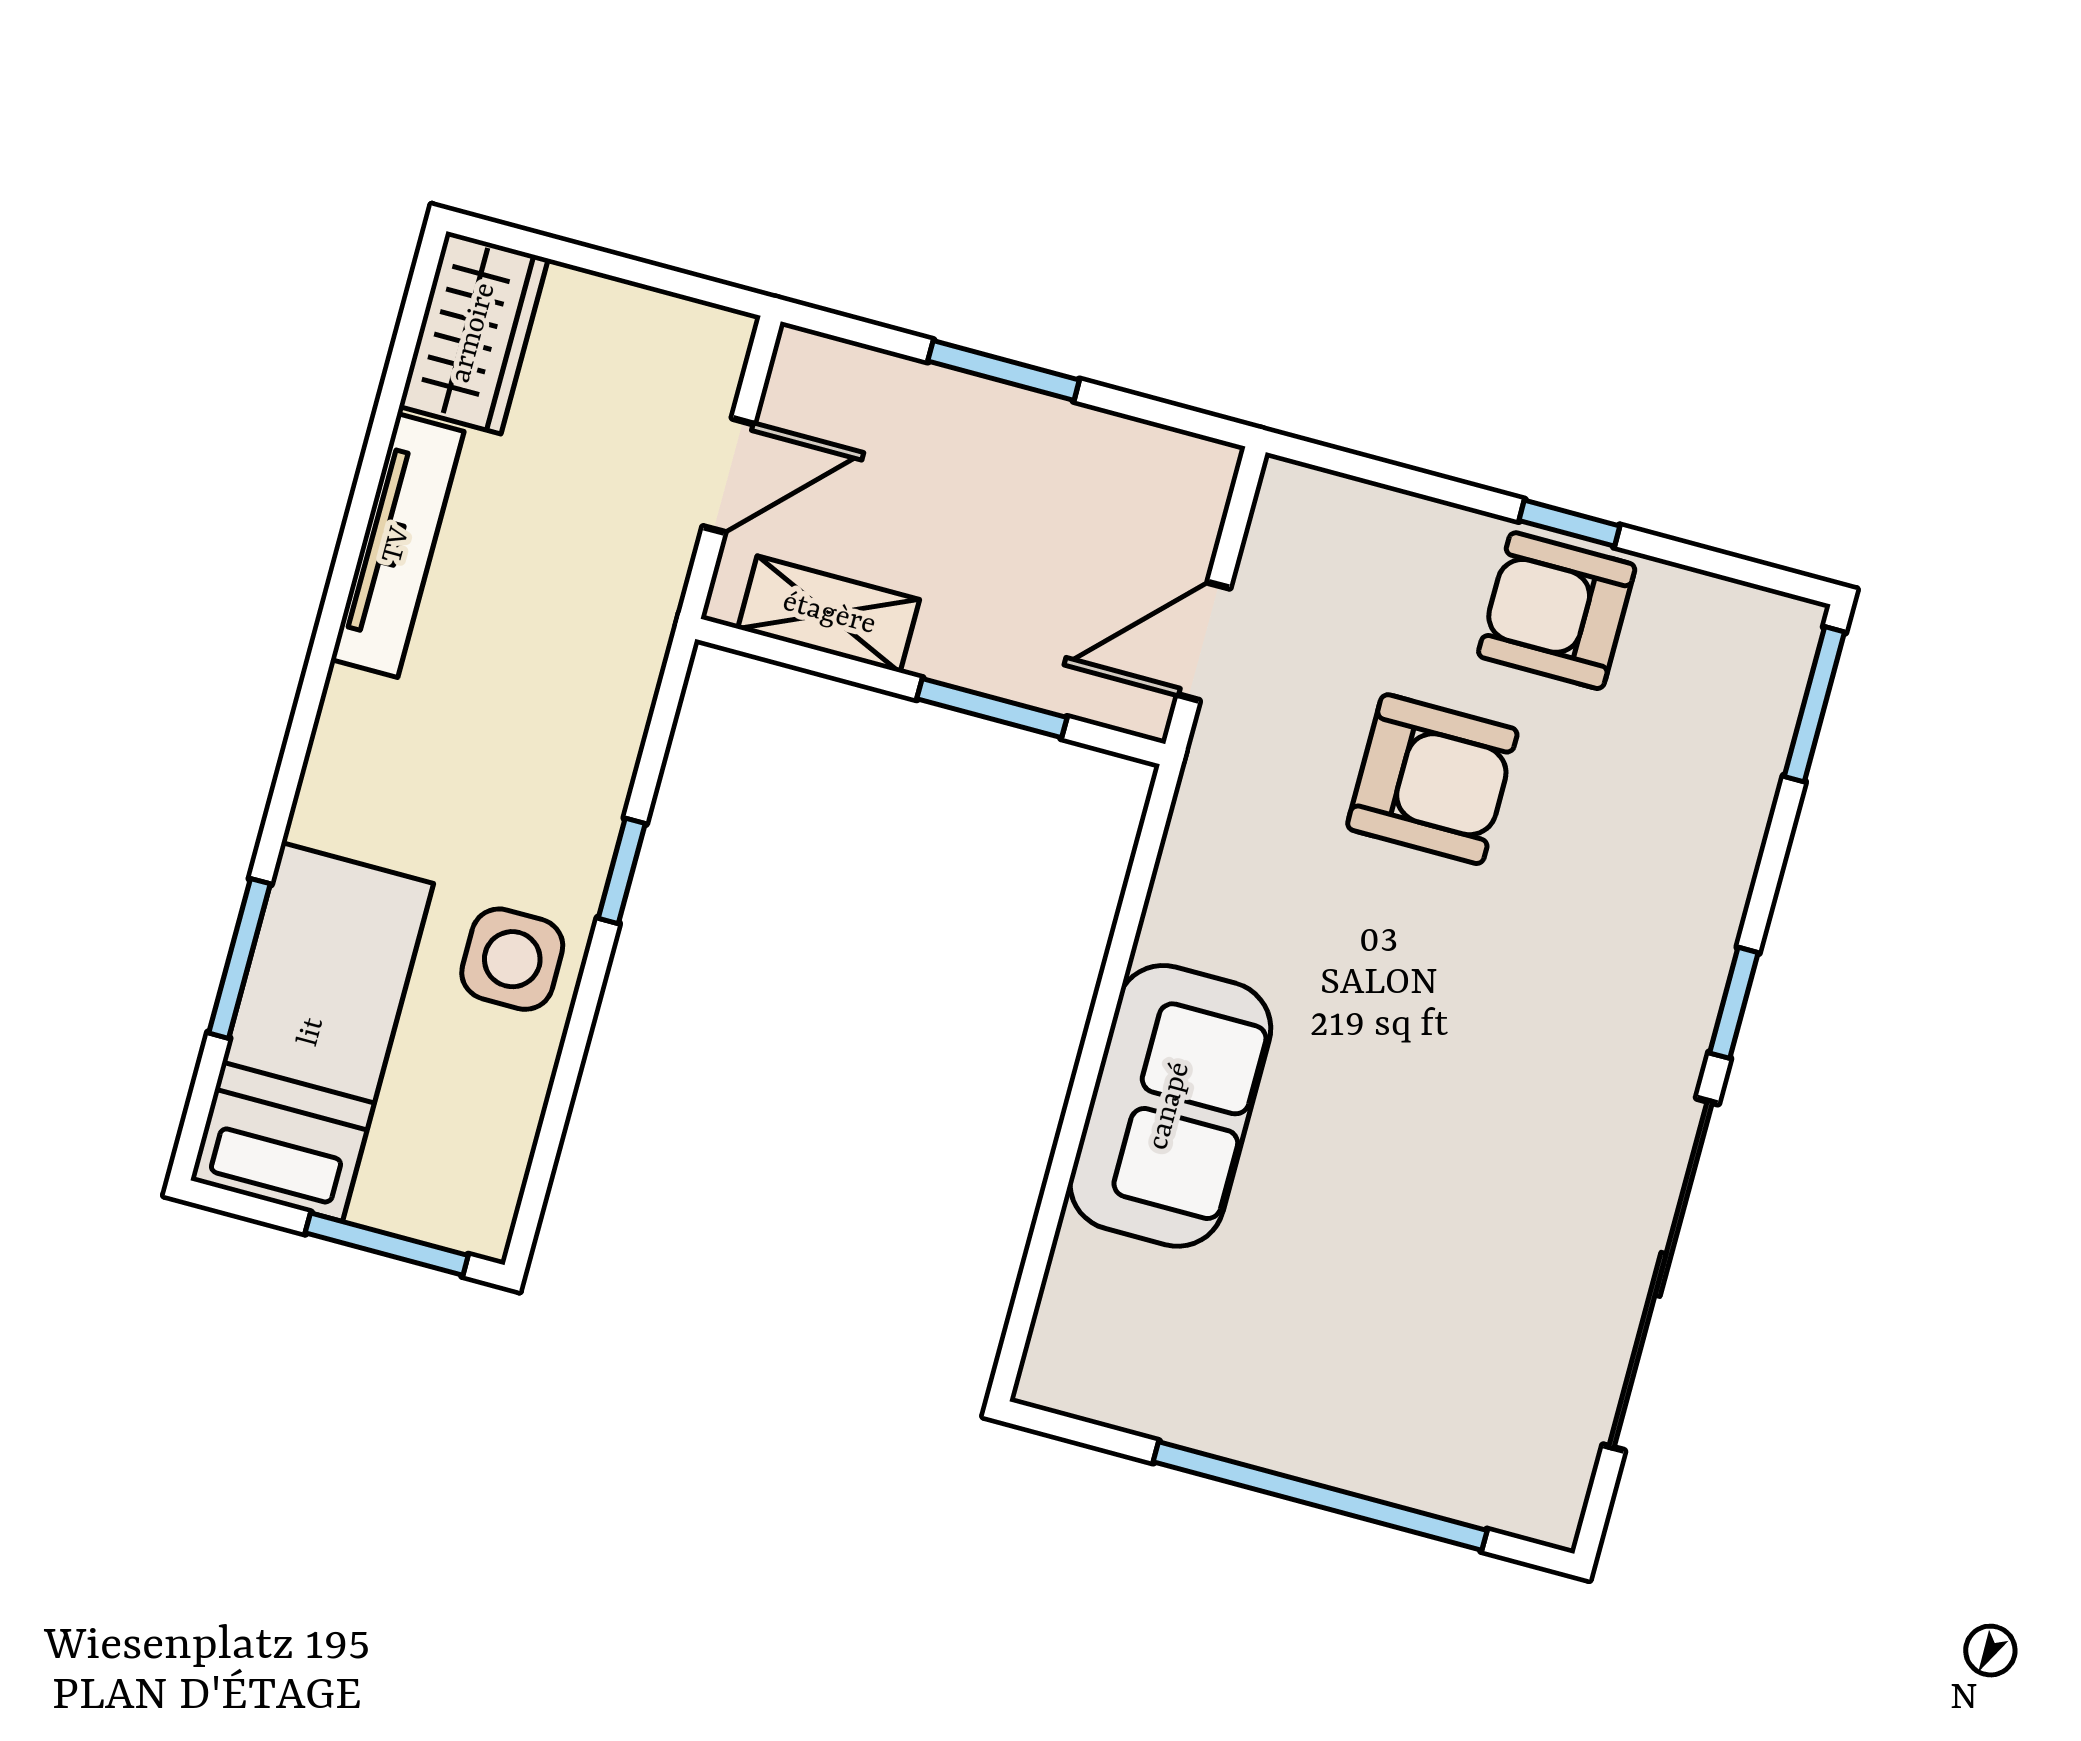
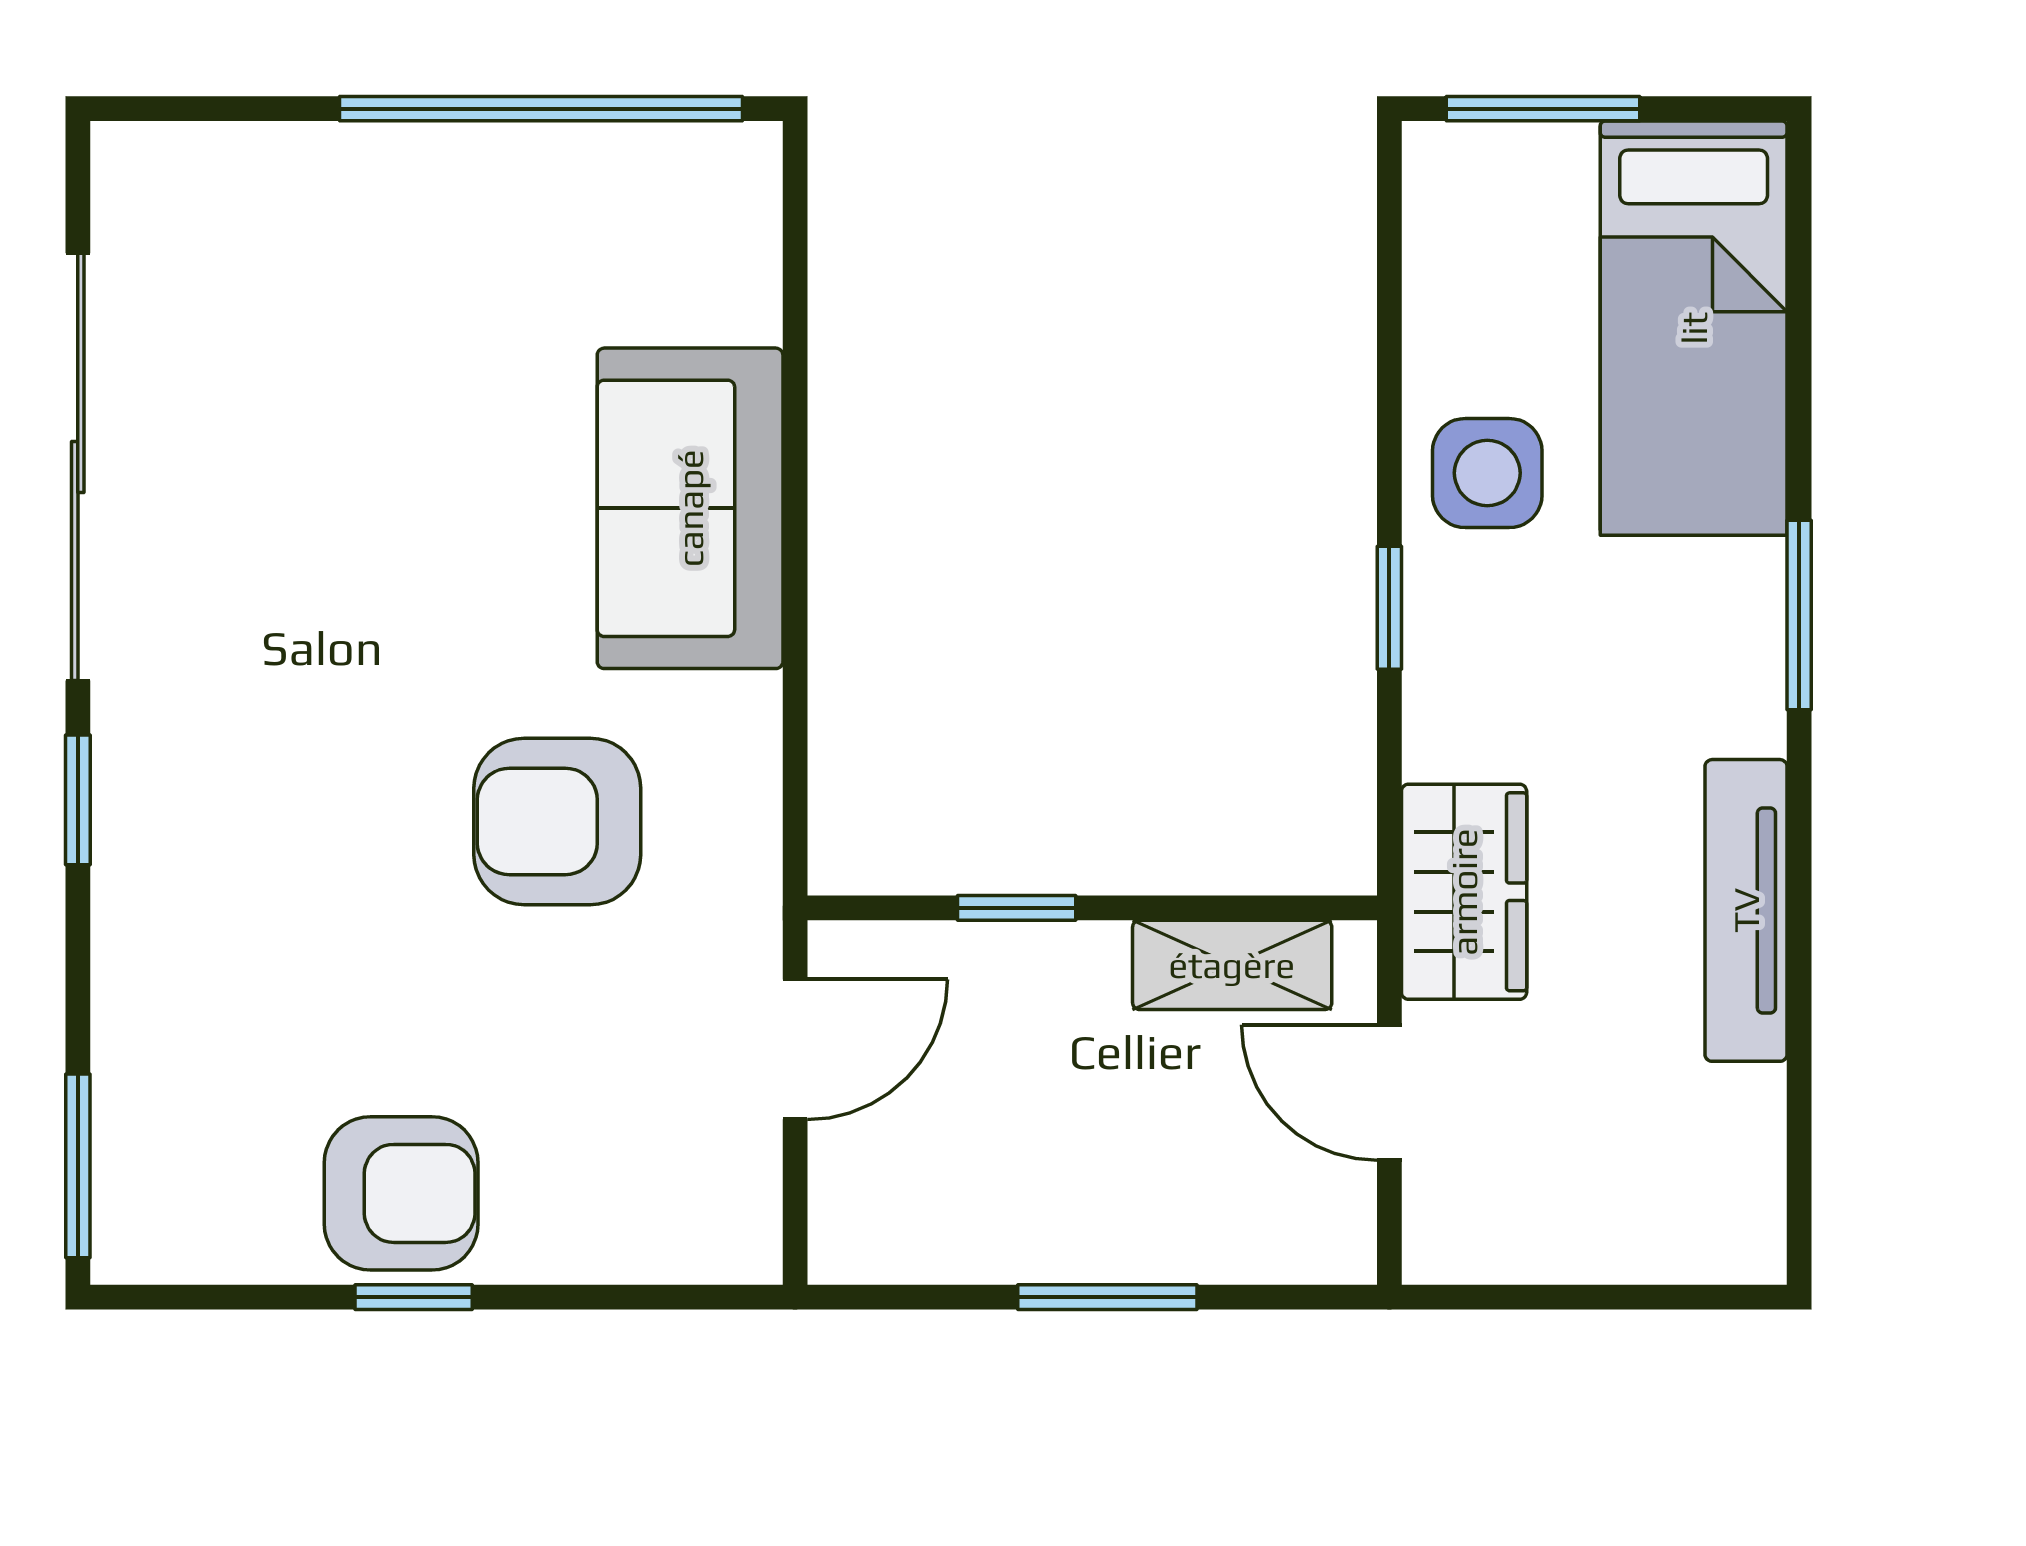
wardrobe: (474, 333) -> (1464, 892), moved, turned 180
door: (728, 475) -> (1389, 1093), hinge flipped
window: (992, 708) -> (1017, 908), width x0.67
armchair: (1432, 779) -> (557, 821), moved
window: (239, 958) -> (1799, 615), moved
window: (1320, 1496) -> (541, 109), moved

